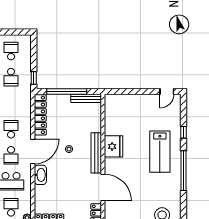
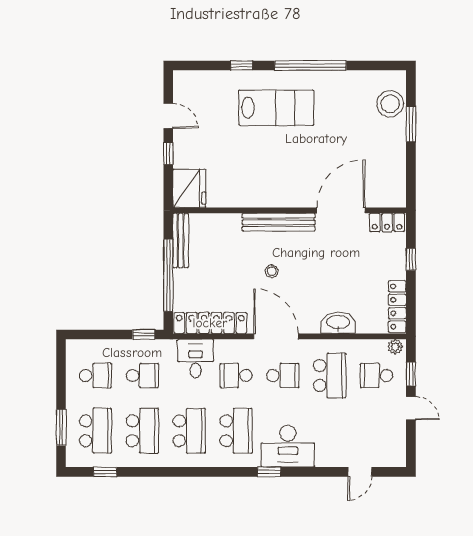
school desk: (11, 51) -> (96, 376), turned 180
window: (134, 92) -> (168, 154), added
door: (167, 92) -> (168, 116), moved
desk: (20, 107) -> (195, 359), added
fridge: (114, 146) -> (189, 188), moved, turned 90
washbasin: (40, 175) -> (338, 323), moved

